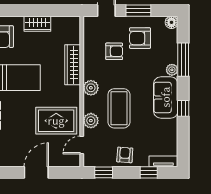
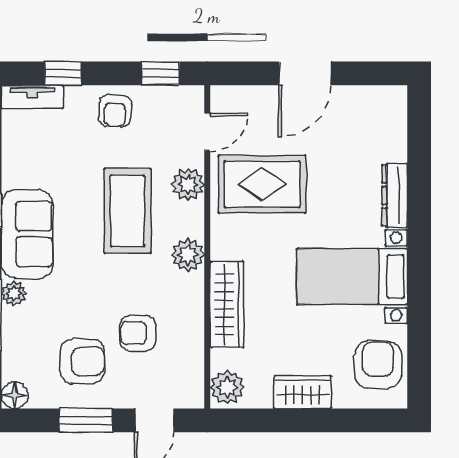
plant: (73, 26) -> (227, 387), added

